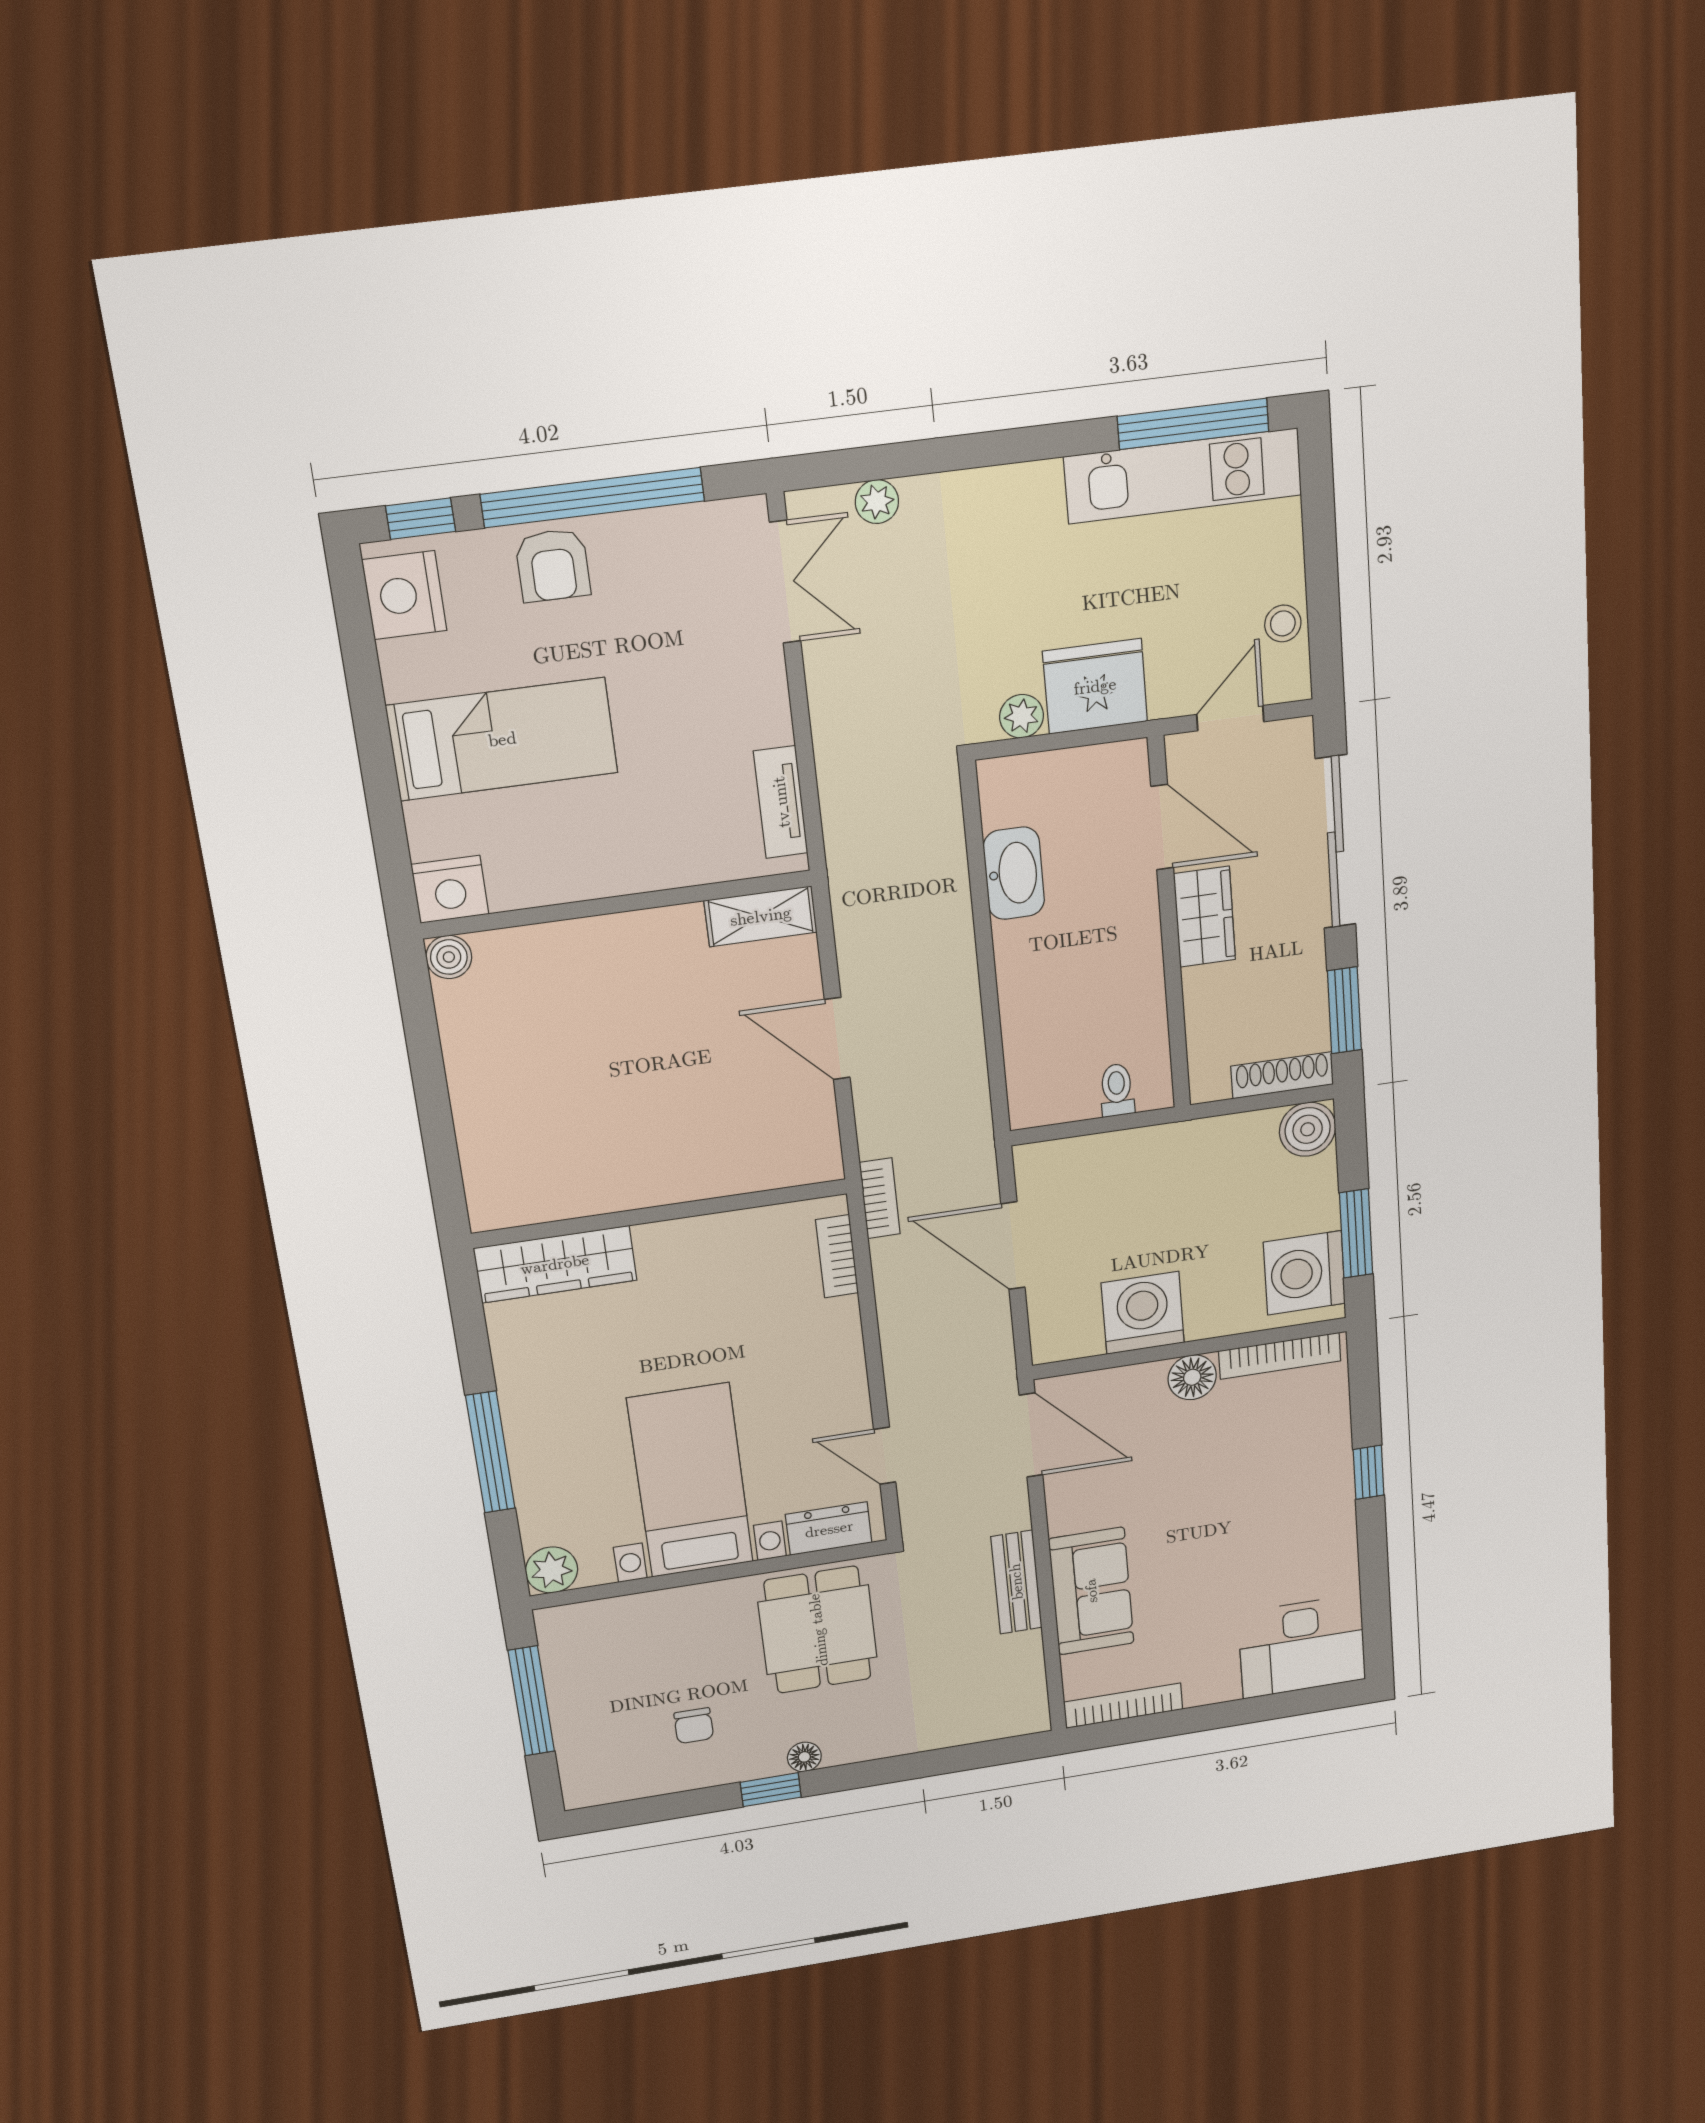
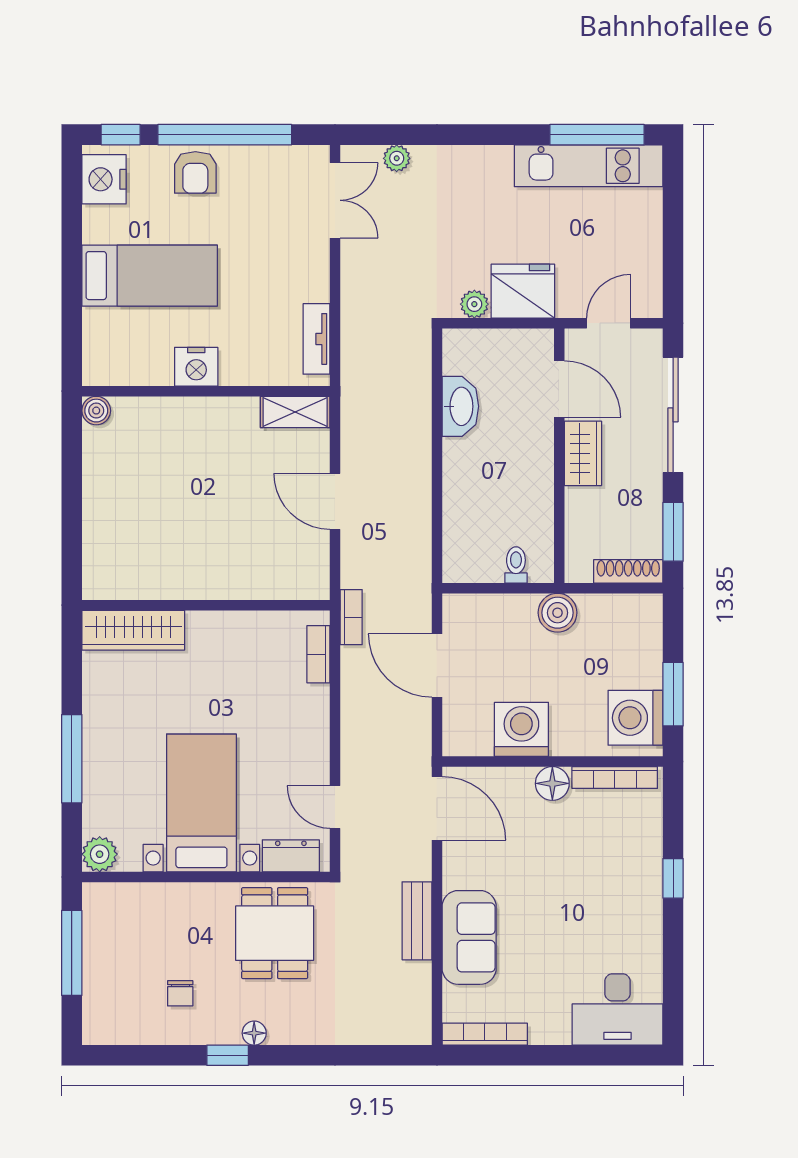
stool: (1283, 623) -> (646, 266), removed
nightstand: (450, 889) -> (196, 367), moved
boiler: (1308, 1129) -> (558, 613), moved

